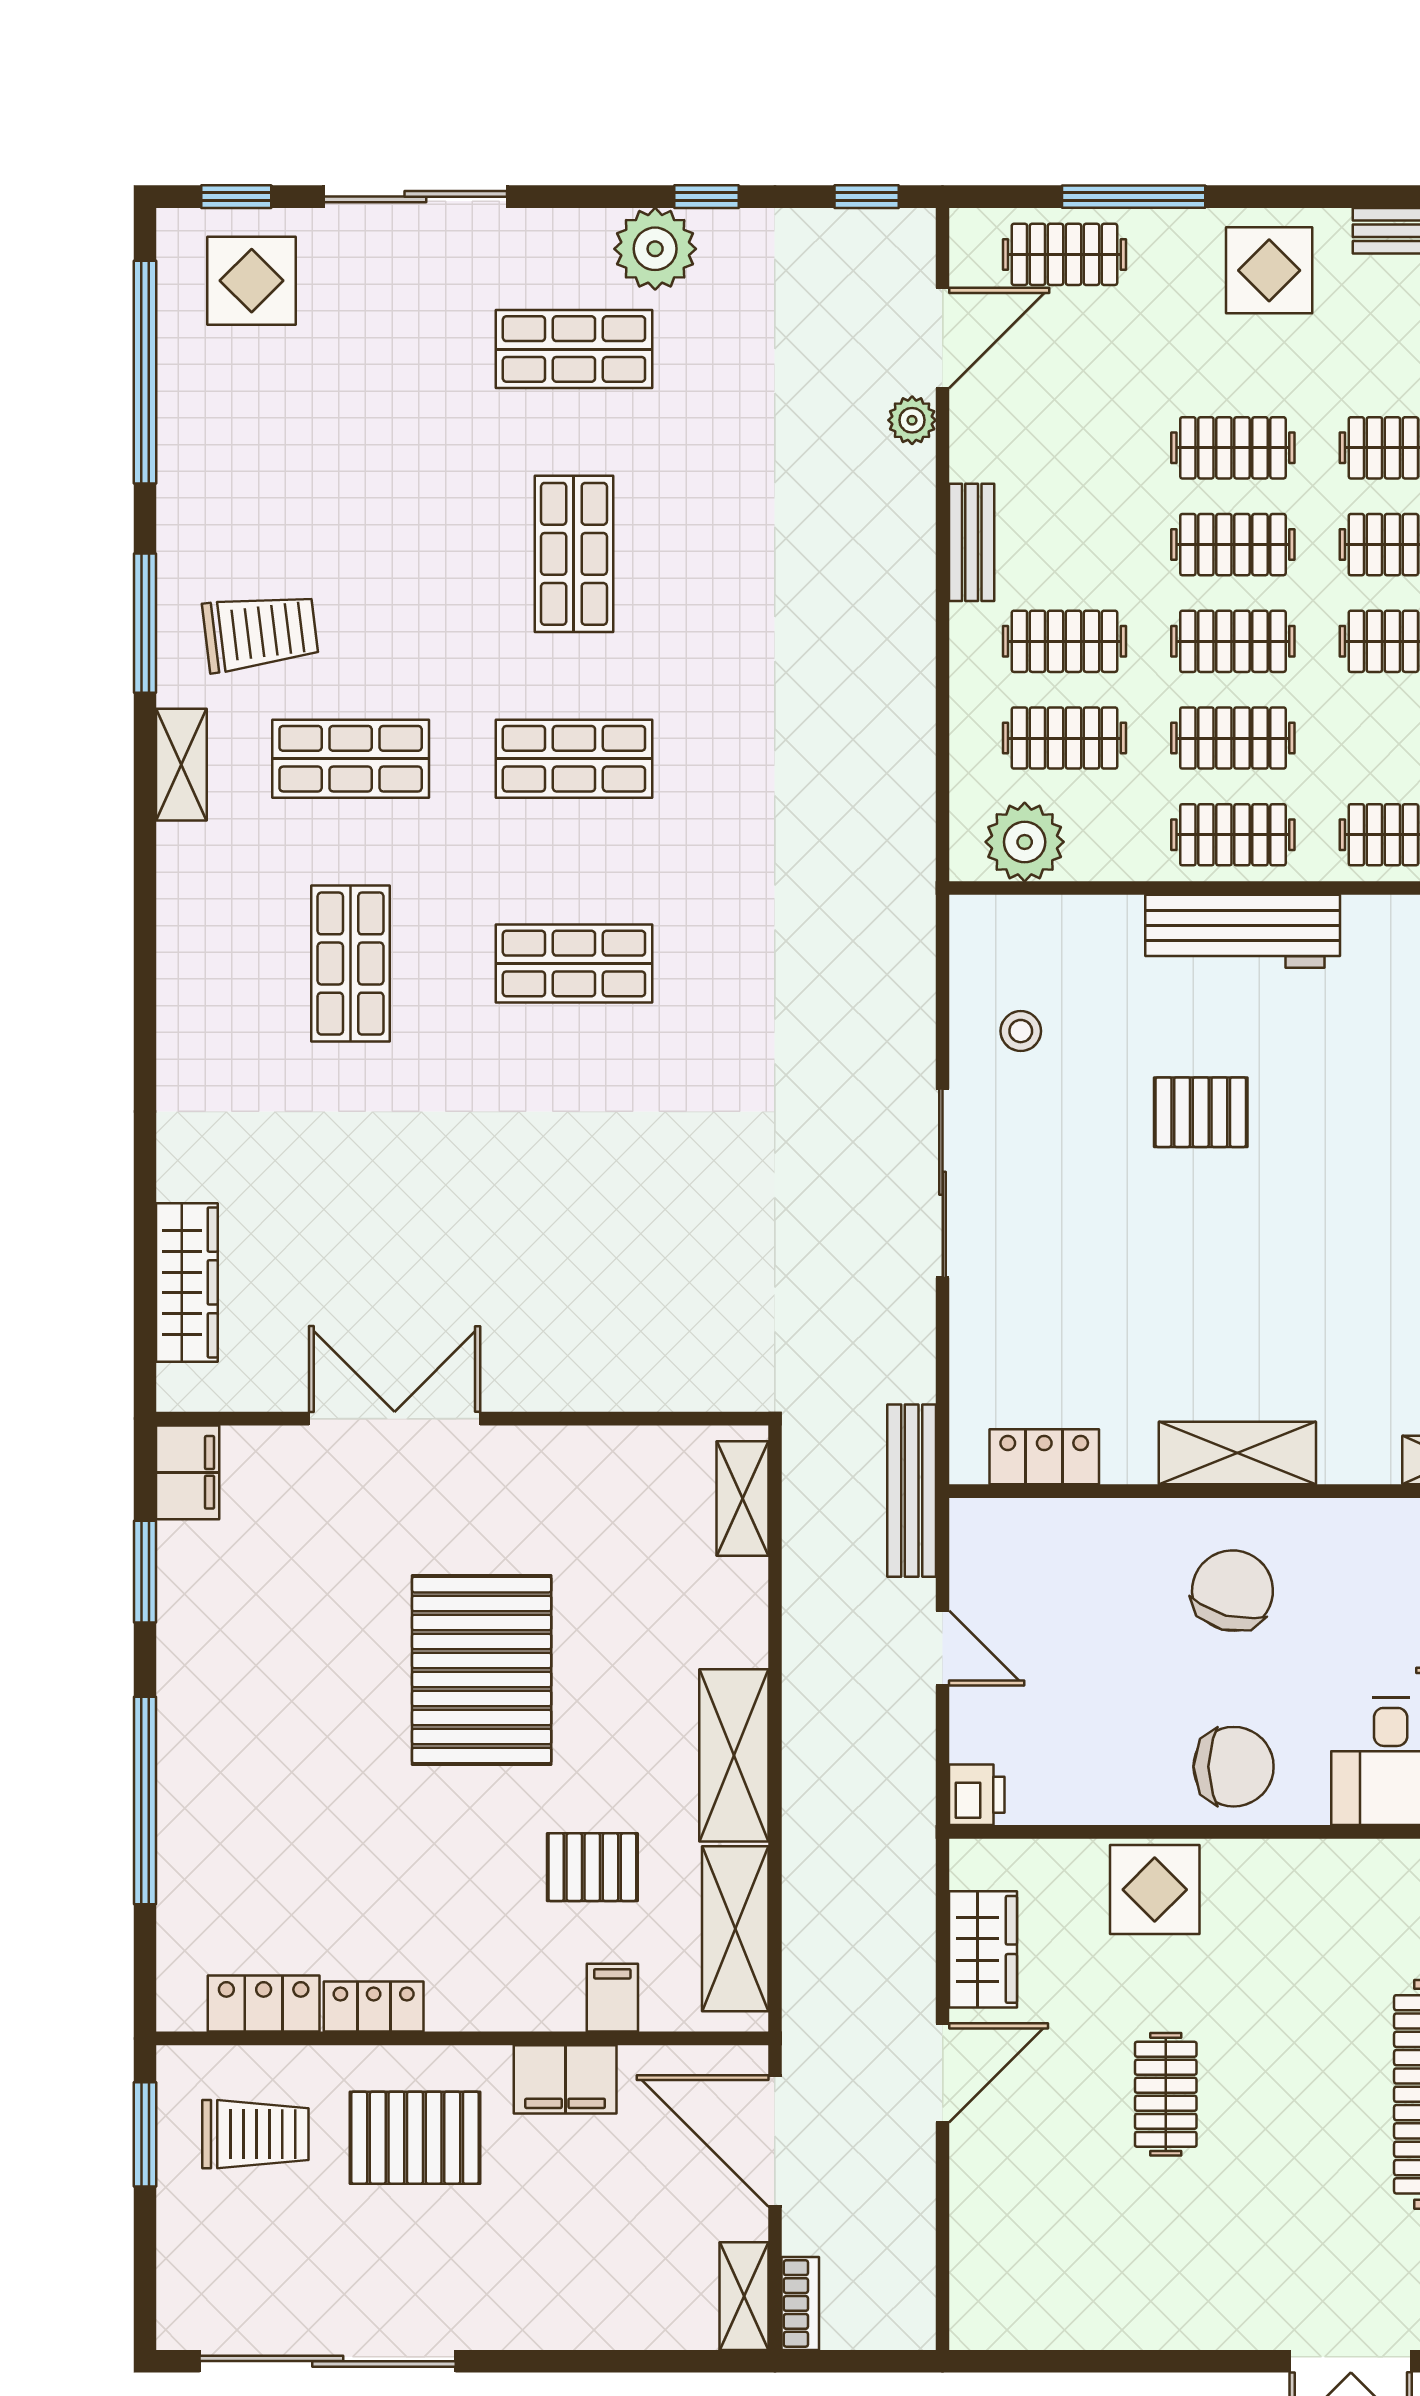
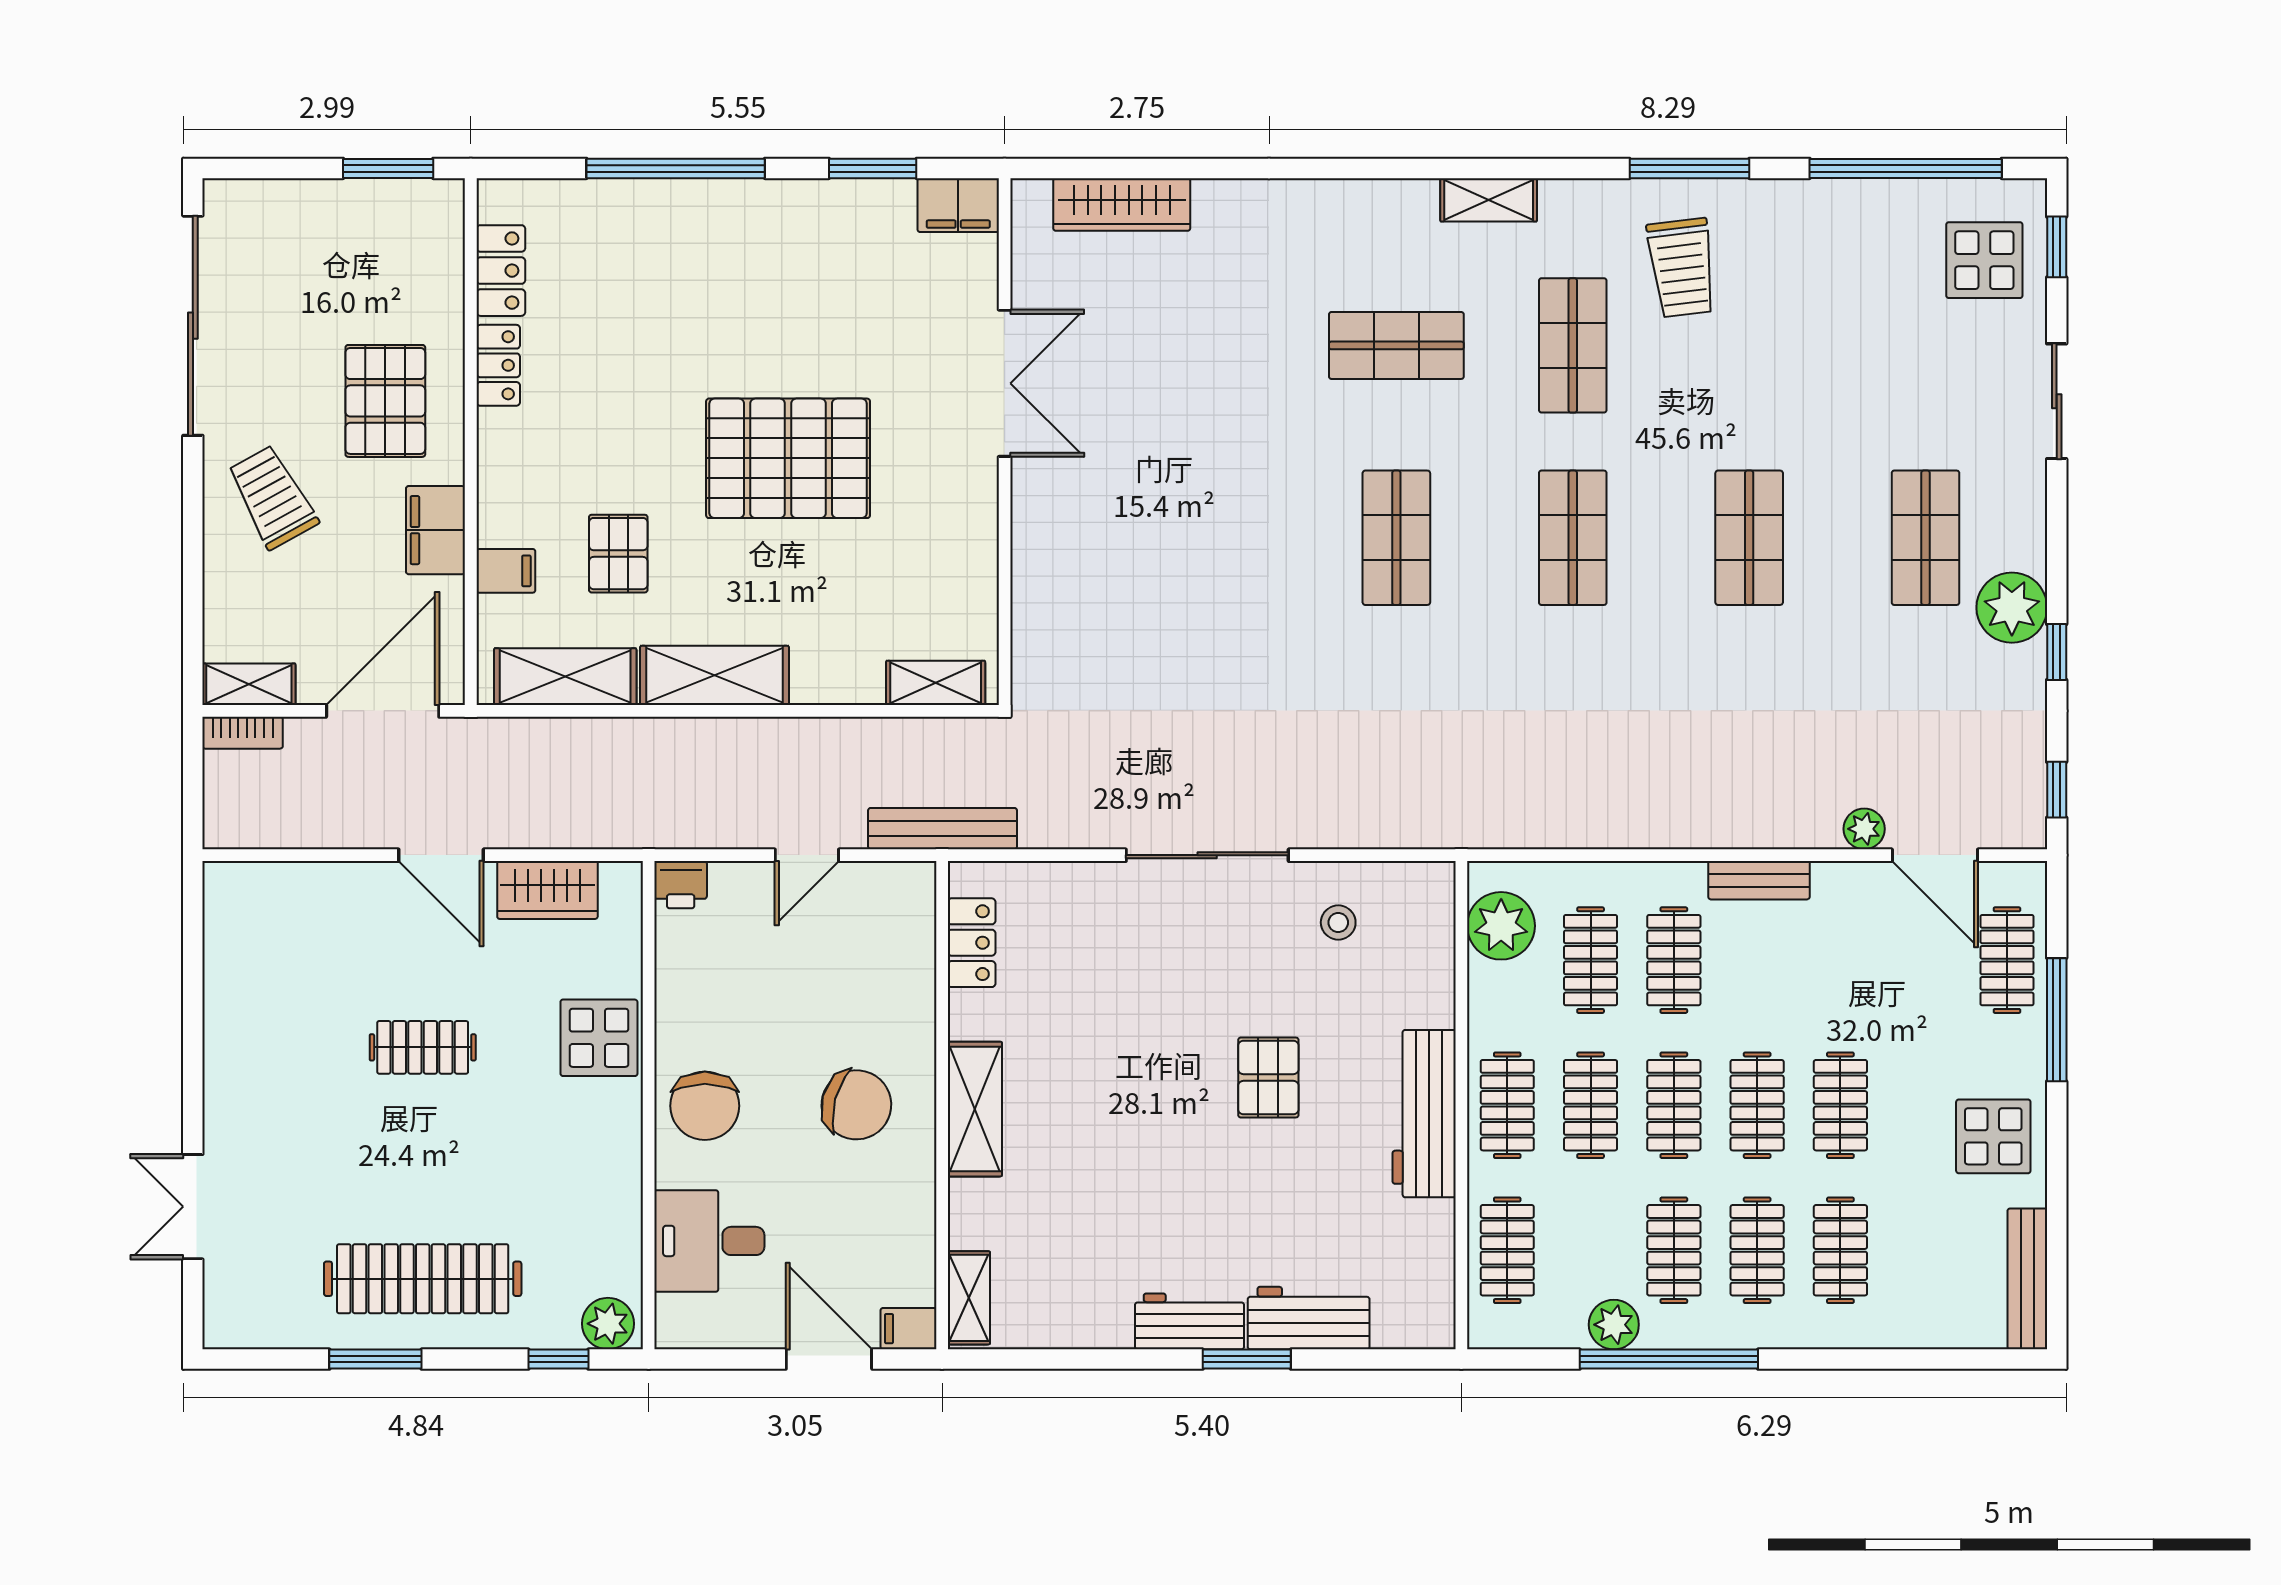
sliding door: (415, 197) -> (2057, 401), width x0.73
shop shelf: (574, 554) -> (1749, 538), turned 90
shelving: (181, 765) -> (1489, 200), moved
trolley: (255, 2134) -> (272, 497), moved, turned 151

